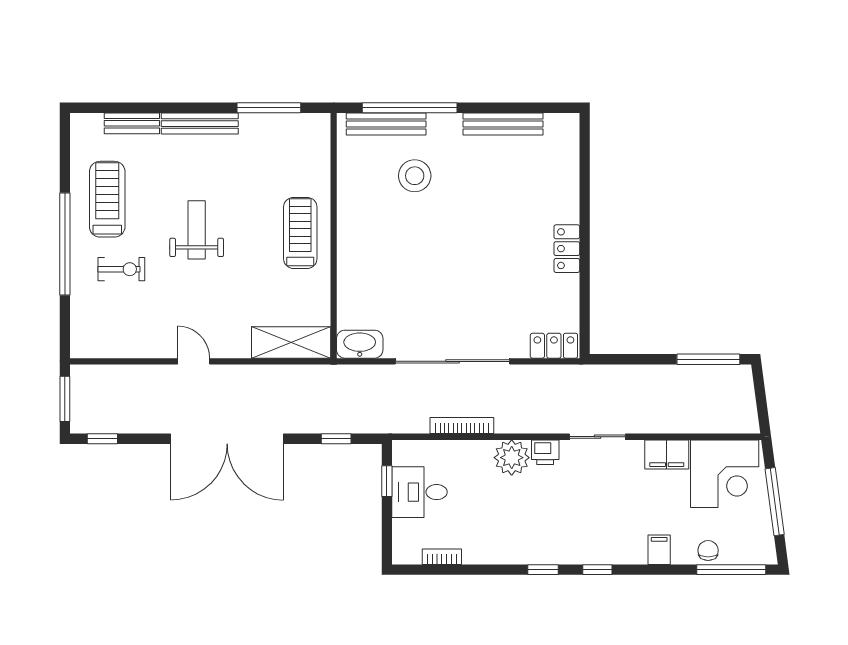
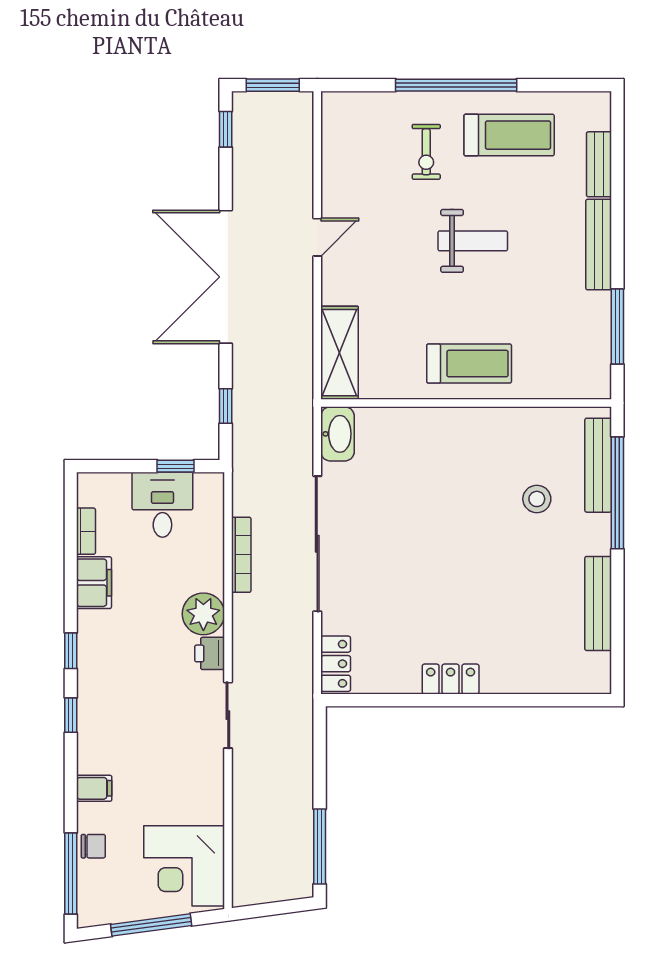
stool: (415, 176) -> (537, 499), width x0.73, depth x0.73
filing cabinet: (667, 454) -> (94, 583), moved, turned 180

